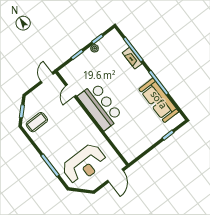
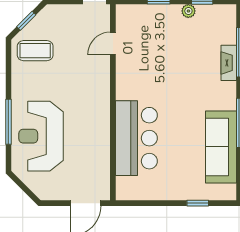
bar counter: (100, 106) -> (136, 138), moved
reception desk: (84, 164) -> (41, 136), moved, turned 90

